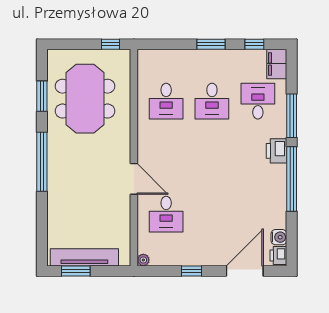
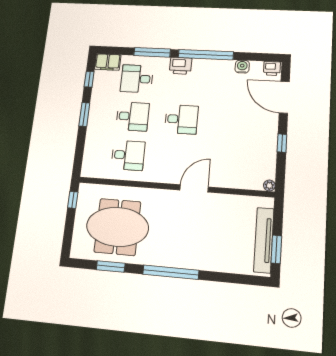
desk: (166, 214) -> (181, 119), moved
water cooler: (279, 237) -> (242, 67), moved

